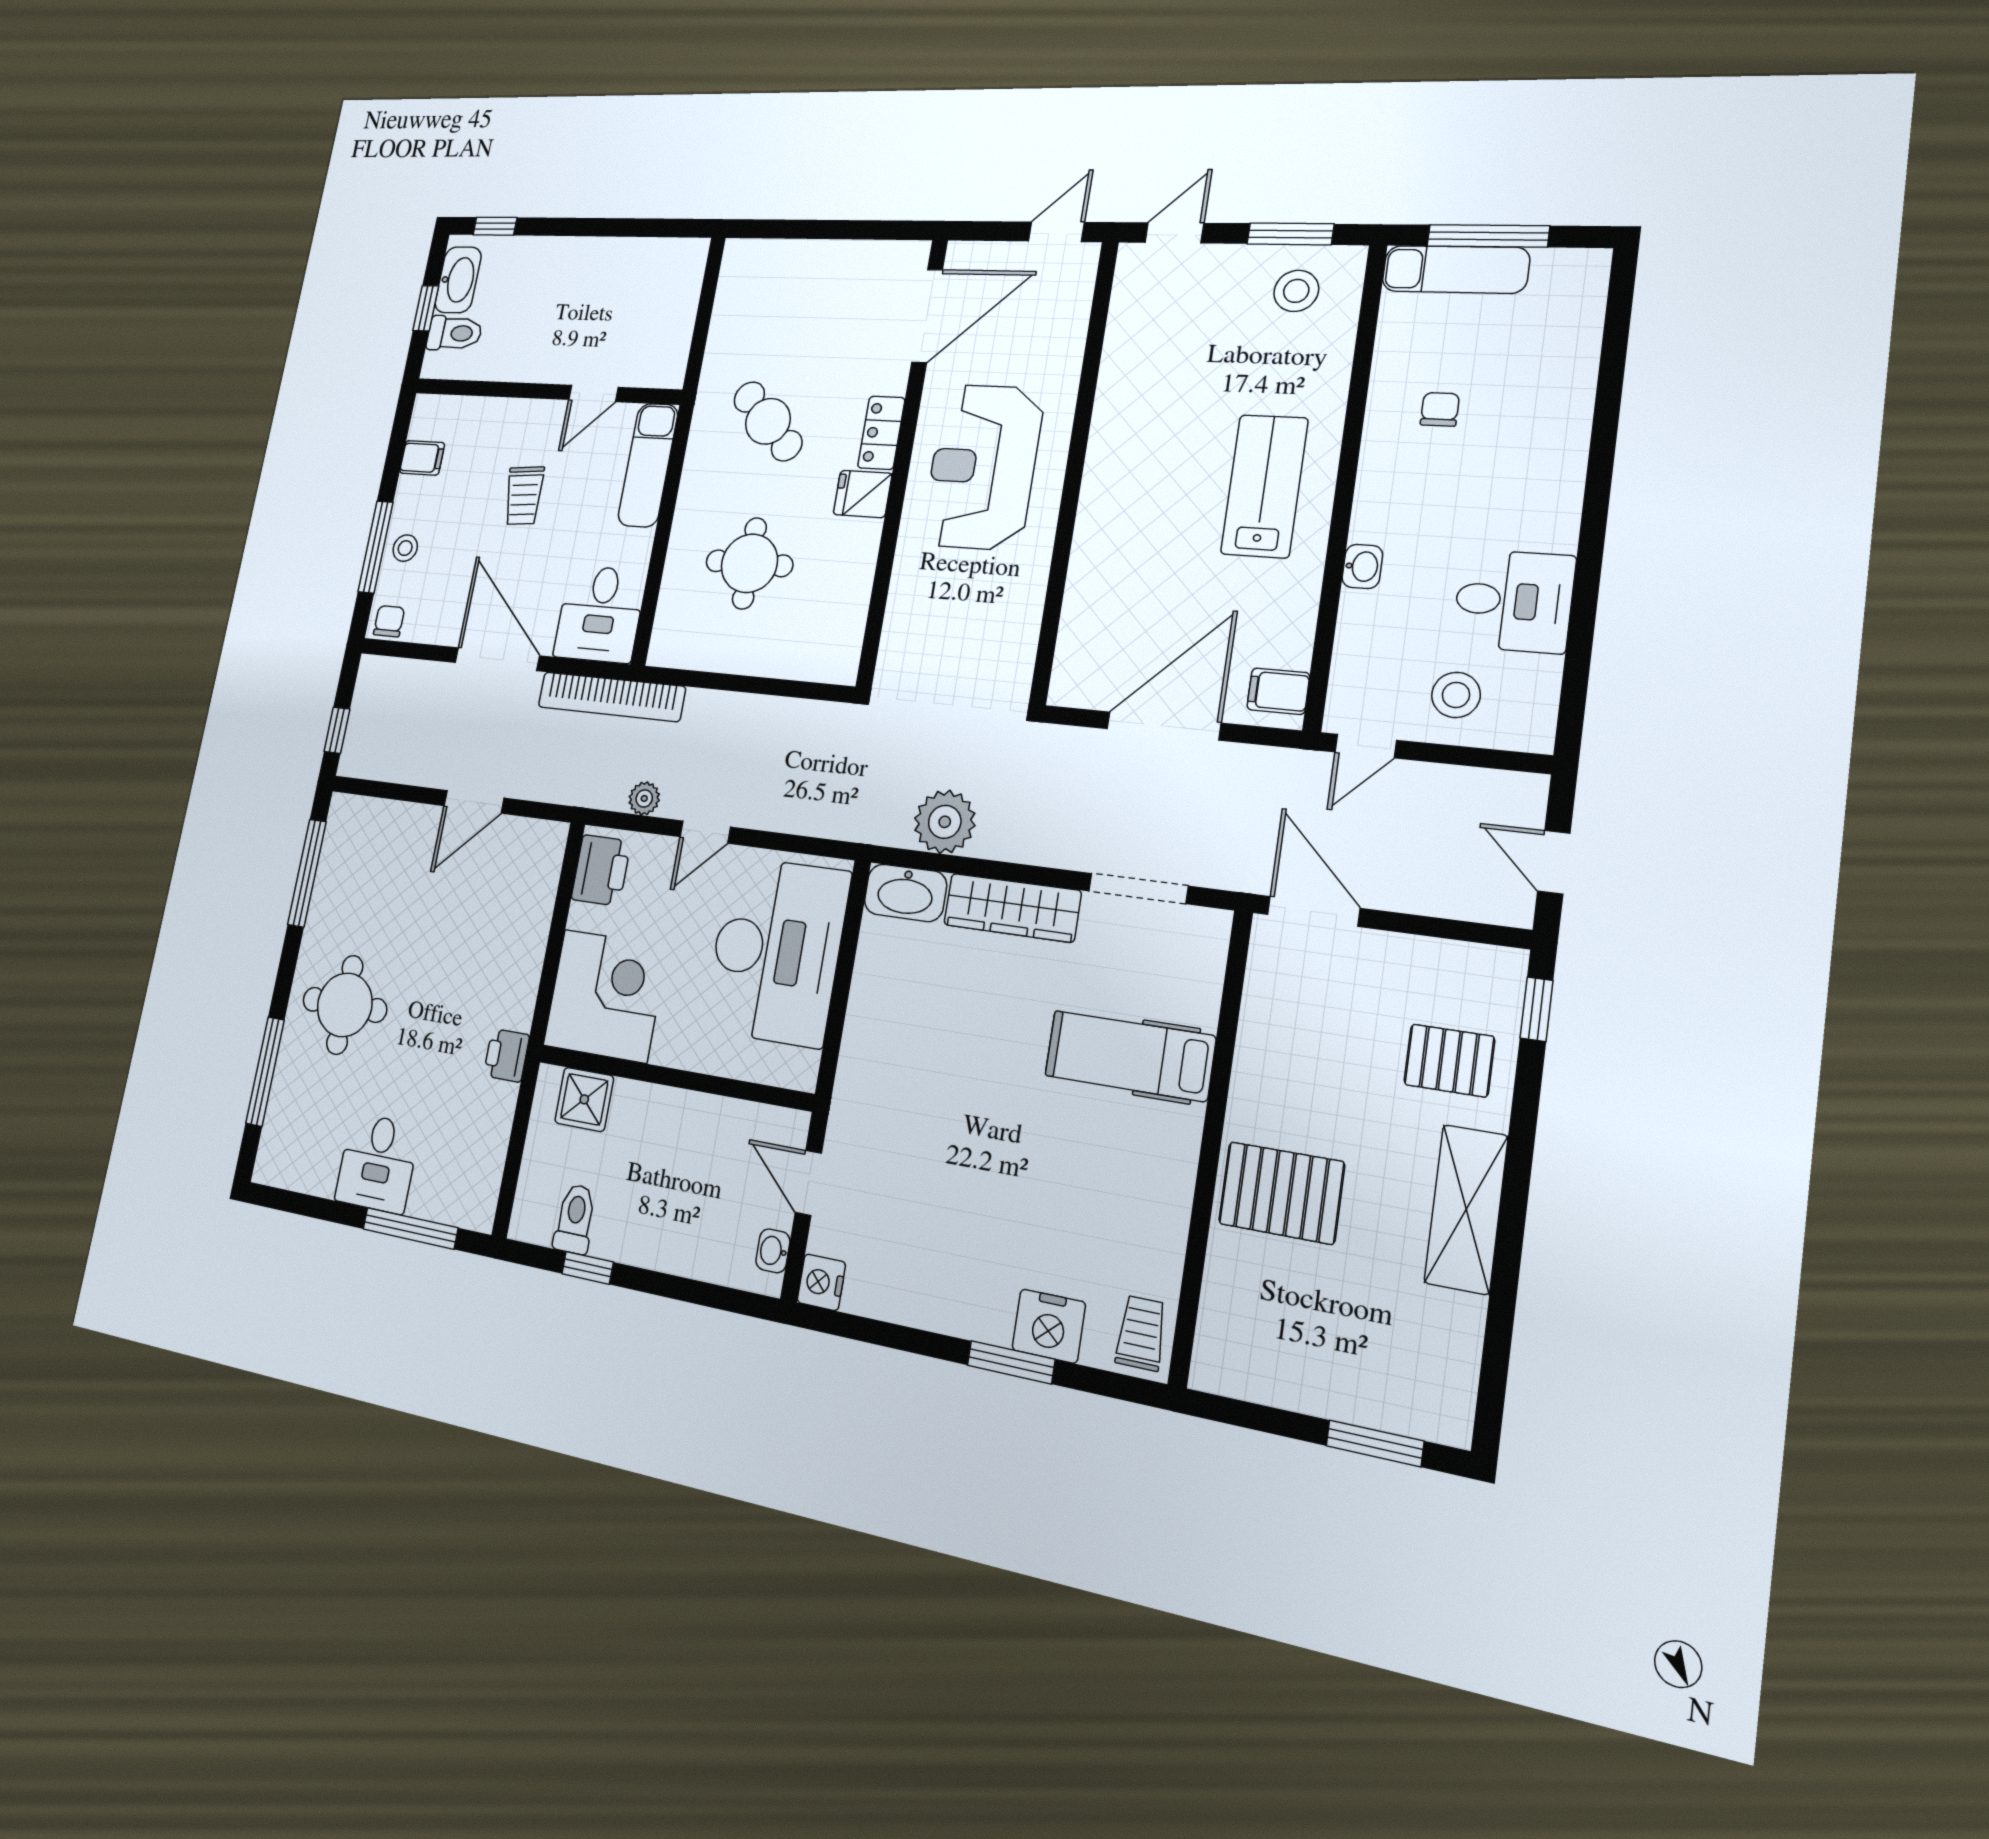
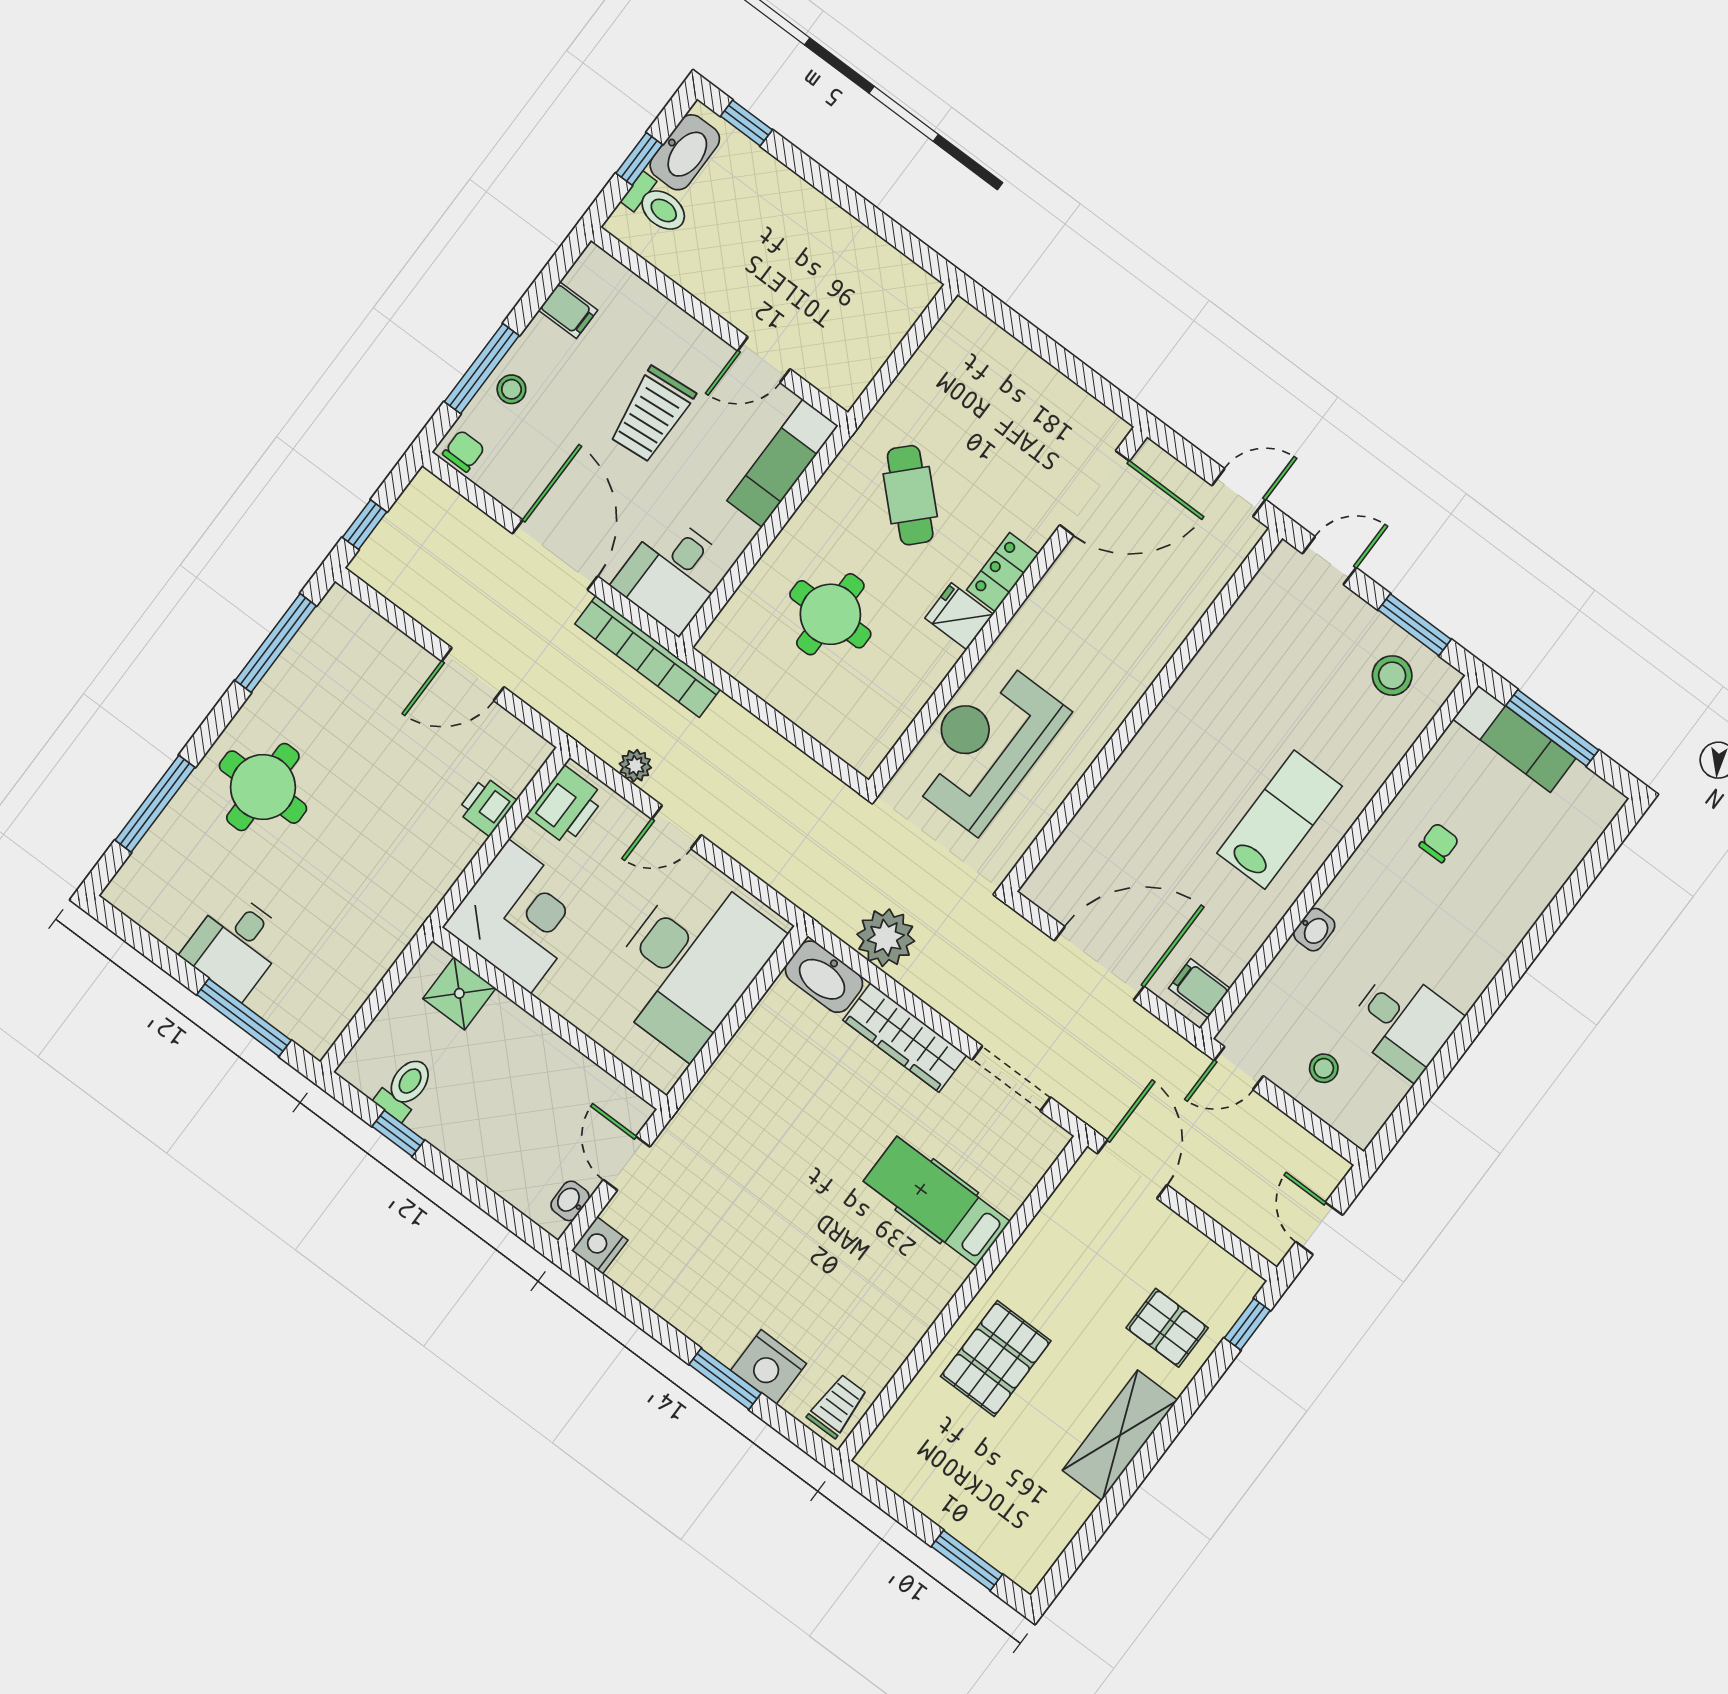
reception desk: (983, 467) -> (986, 745), moved
trolley: (524, 496) -> (652, 415), width x1.36, depth x1.39
stool: (1456, 695) -> (1324, 1068), width x0.73, depth x0.73
printer: (506, 1055) -> (487, 806), moved
pallet: (1281, 1193) -> (996, 1359), turned 90

